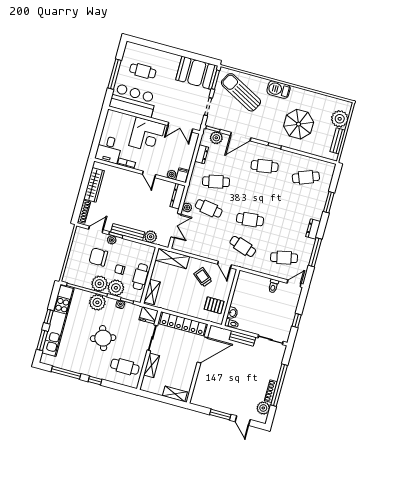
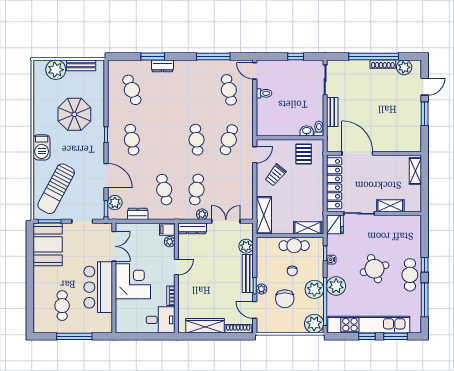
bar counter: (133, 100) -> (98, 287), moved
dresser: (313, 229) -> (162, 66), moved
plant: (116, 288) -> (314, 324), moved
cafe table: (125, 367) -> (410, 275), moved

